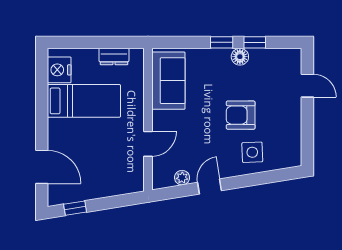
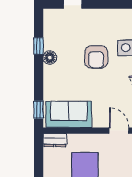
window: (222, 42) -> (39, 110), moved
dresser: (114, 56) -> (55, 140), moved, turned 90

